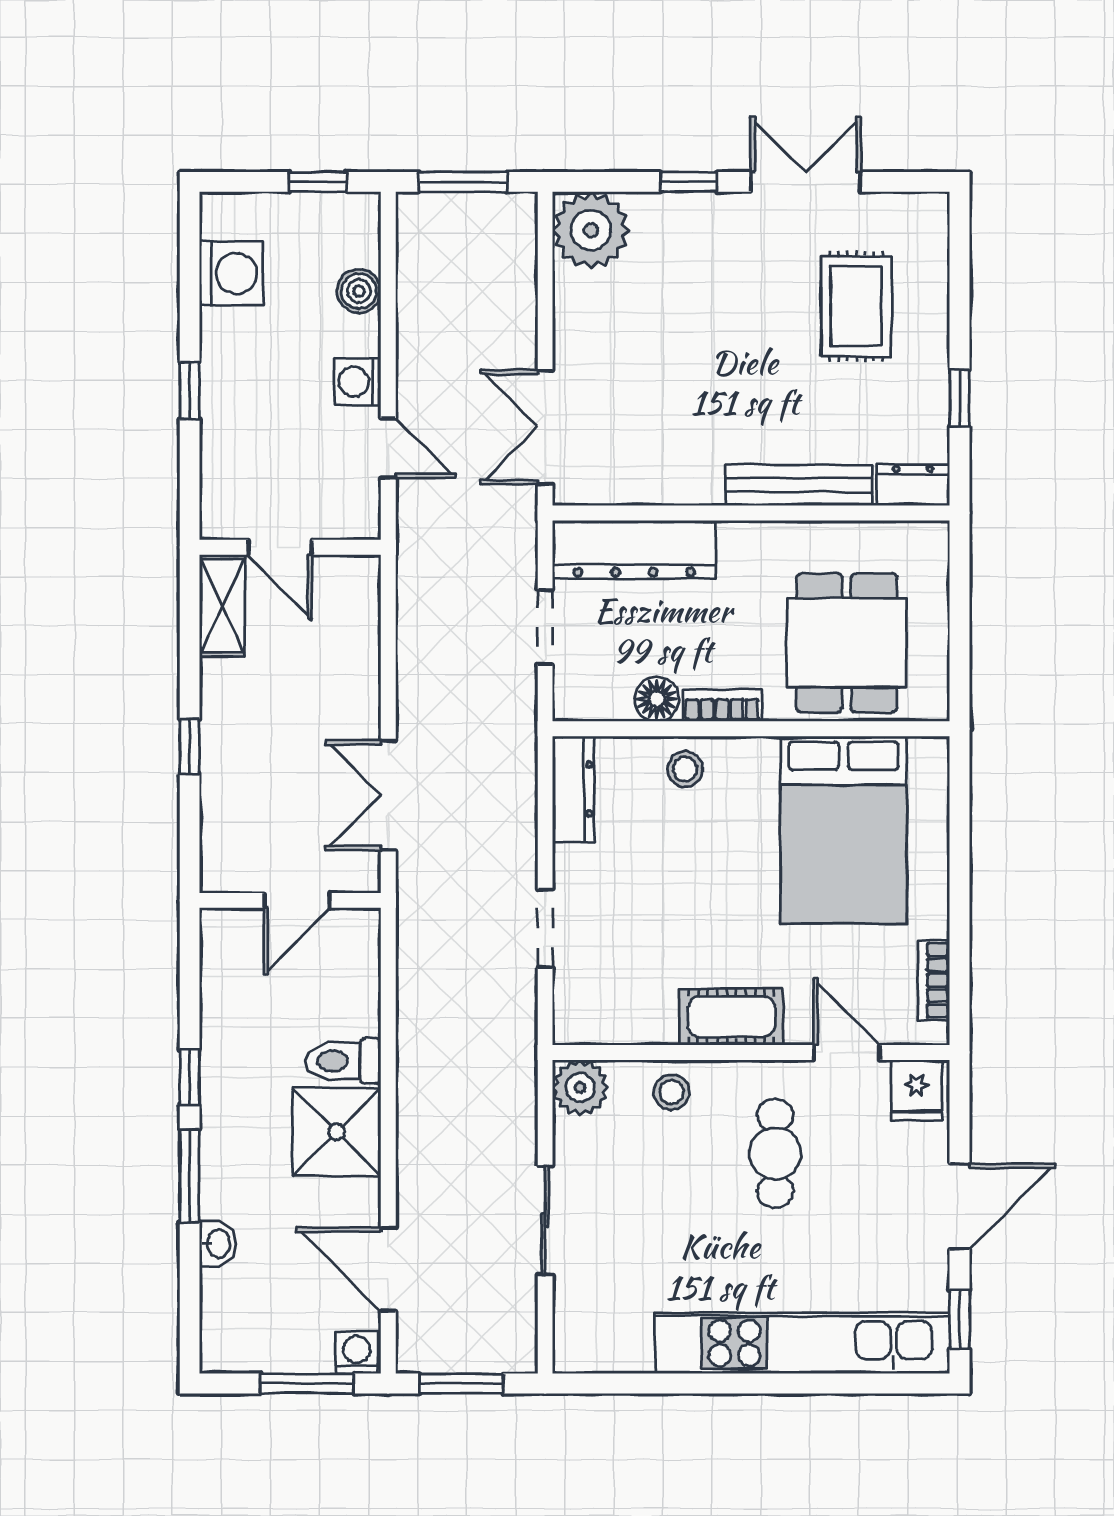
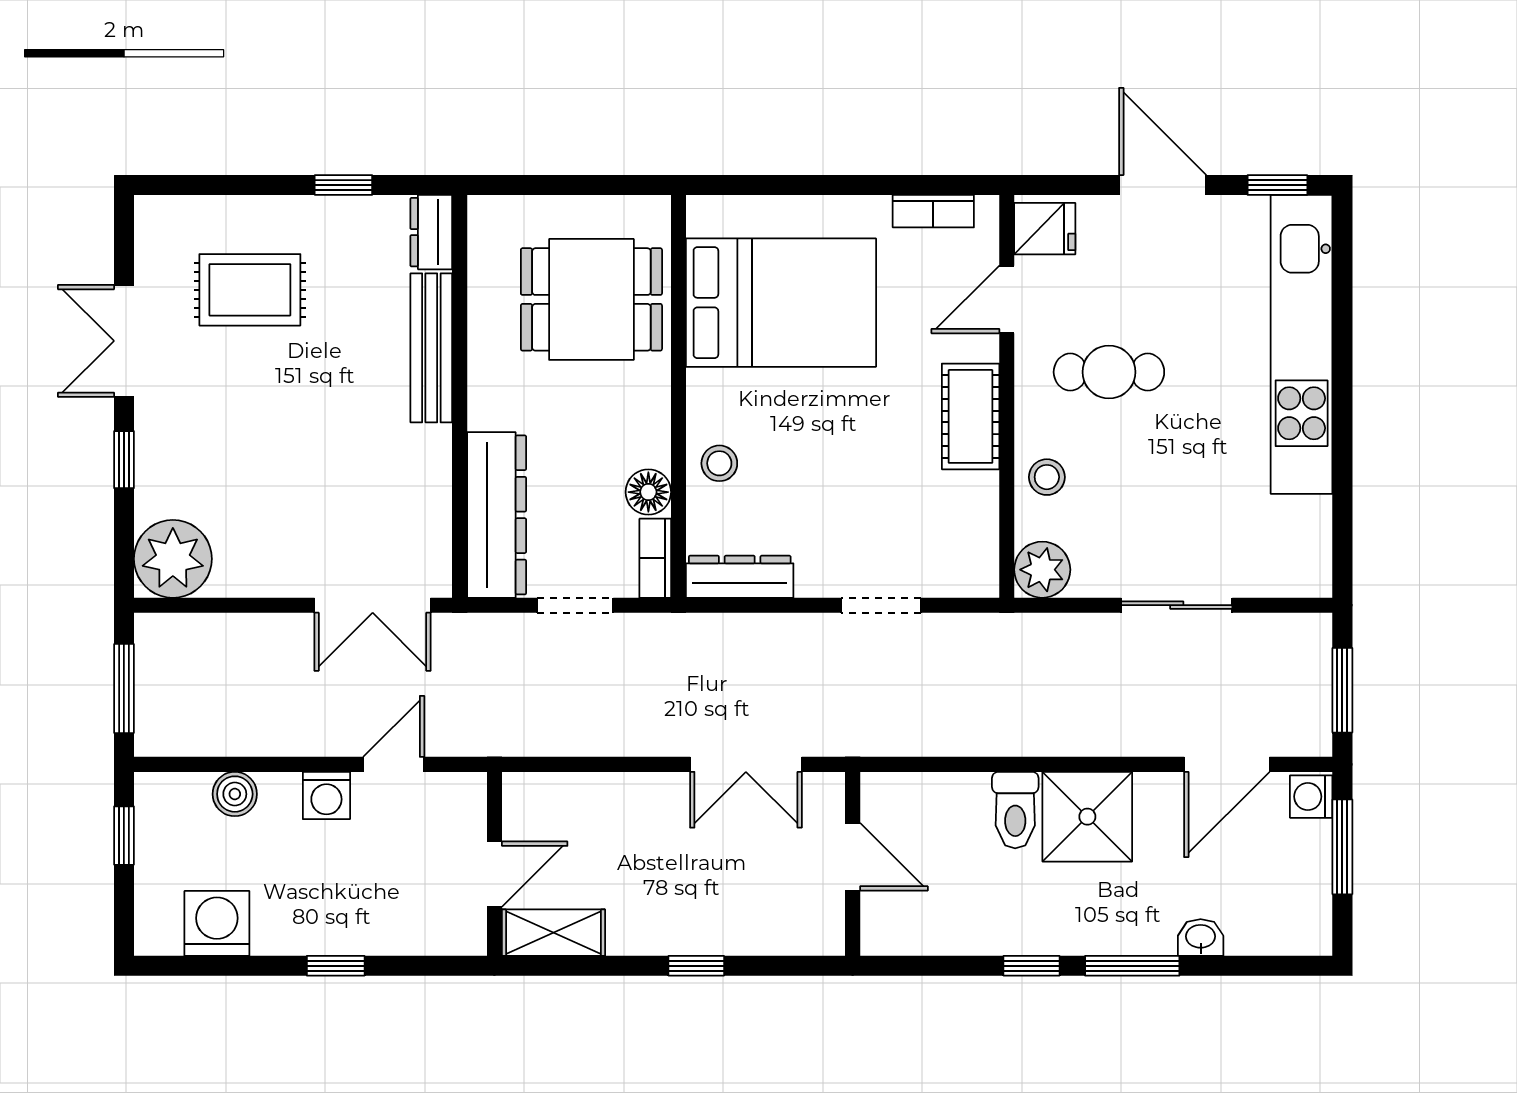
bookcase: (722, 706) -> (655, 558), moved

